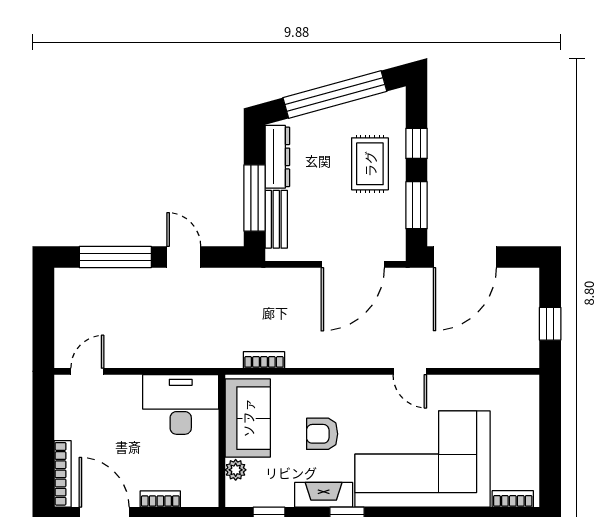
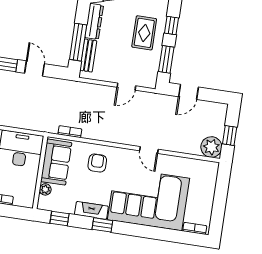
door: (465, 257) -> (188, 92), width x0.53
door: (353, 264) -> (126, 87), width x0.53
plant: (521, 349) -> (211, 147), added
armchair: (322, 434) -> (97, 163), moved, turned 90

